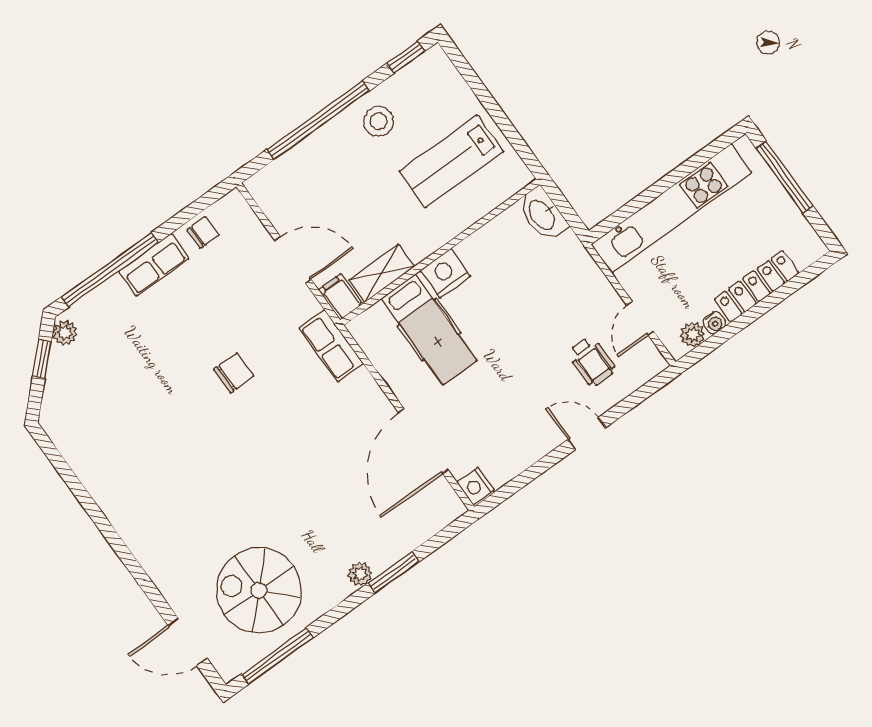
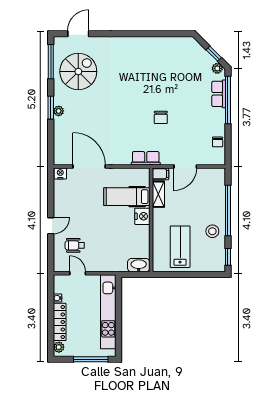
row of seats: (154, 265) -> (219, 94), moved
plant: (693, 335) -> (59, 347), moved
window: (393, 572) -> (51, 108), moved

